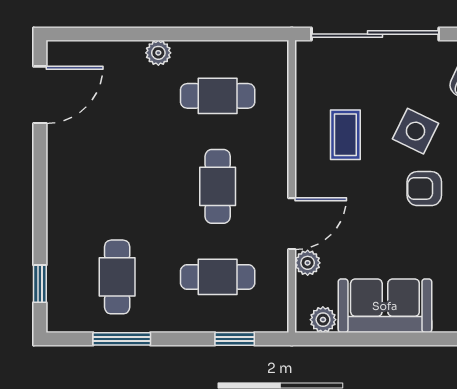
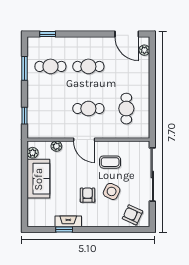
plant: (158, 53) -> (144, 50), moved
door: (292, 224) -> (84, 140), moved
cafe table: (218, 277) -> (88, 66), moved, turned 90

